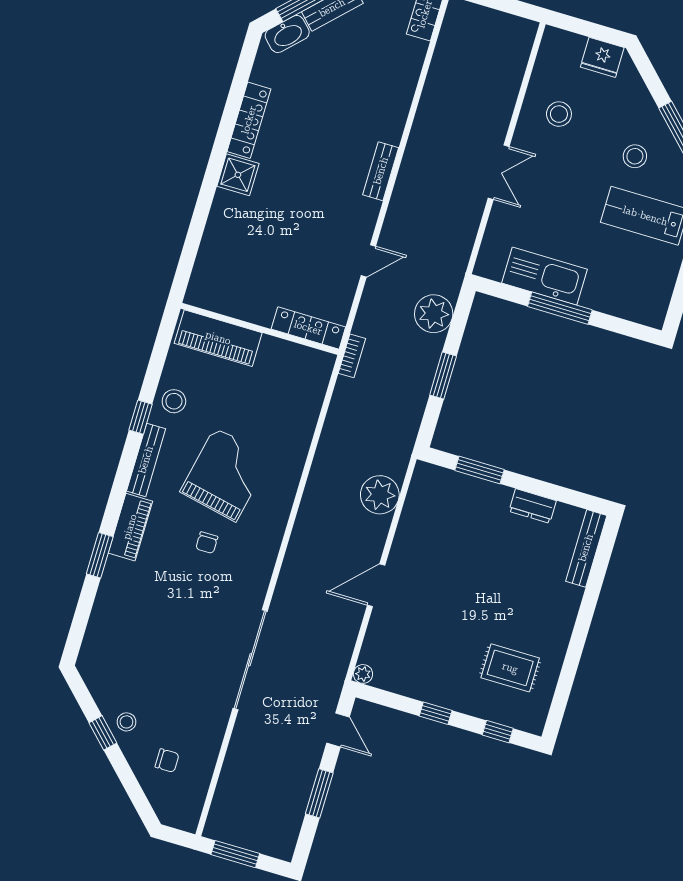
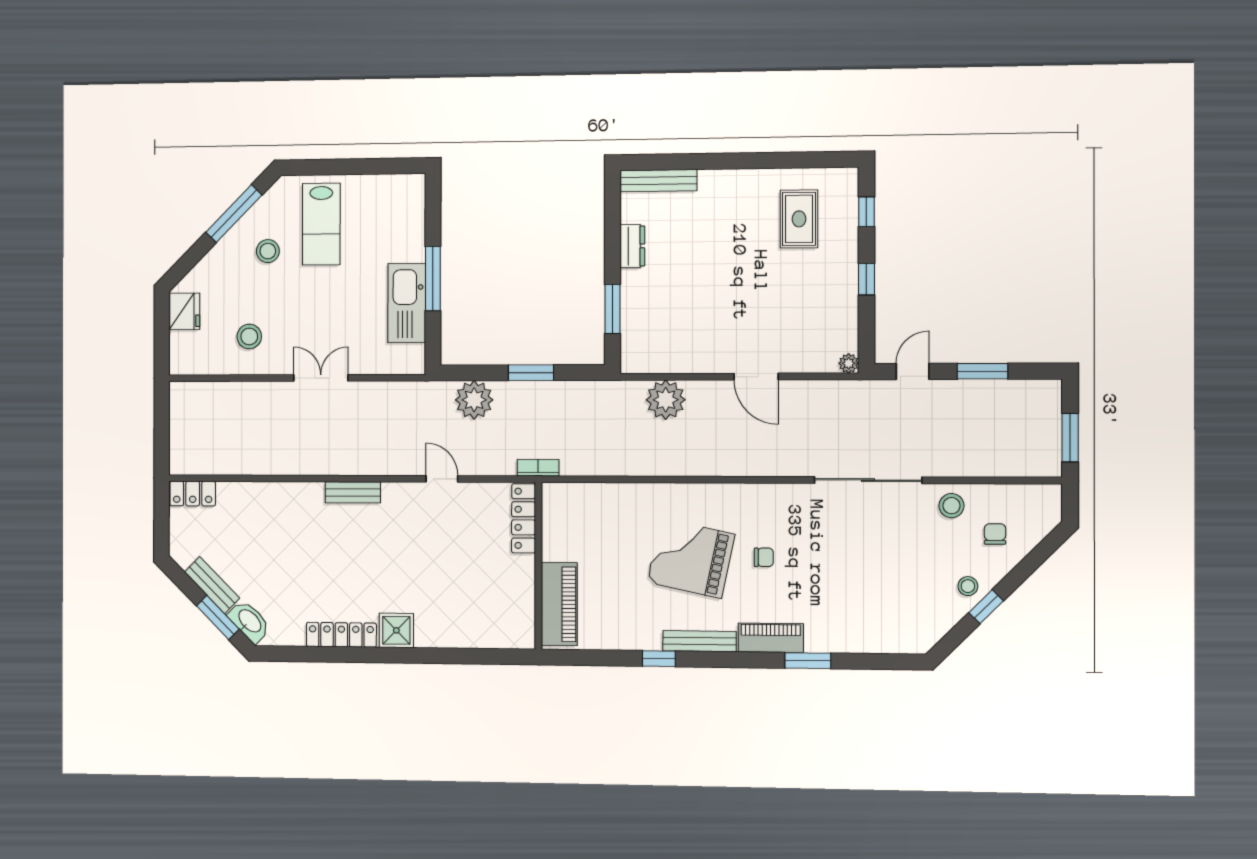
stool: (174, 401) -> (951, 506), moved

